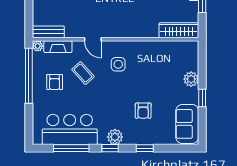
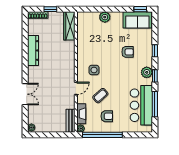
window: (202, 98) -> (140, 9), moved

